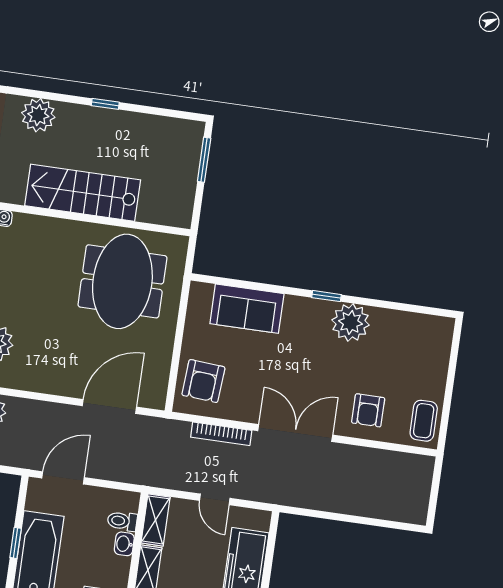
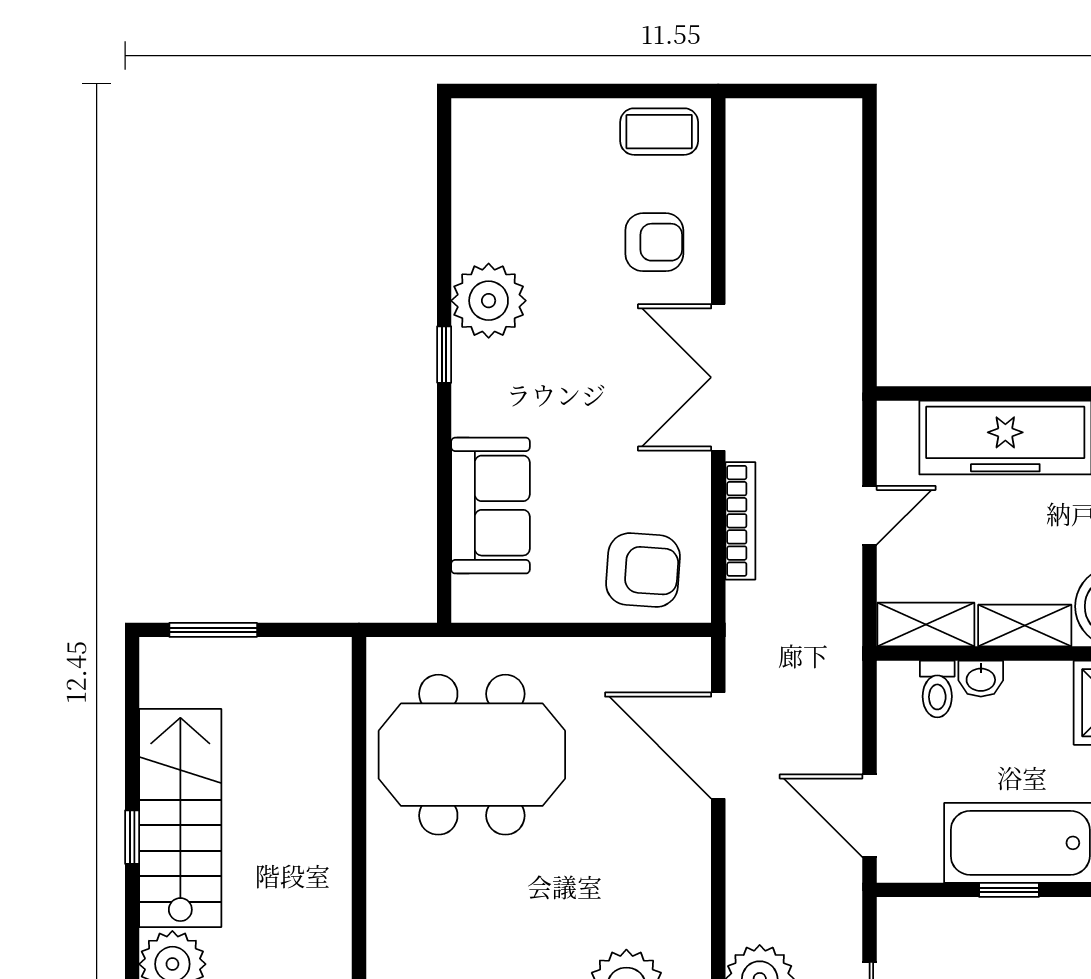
stairs: (83, 193) -> (180, 818), moved, turned 180

